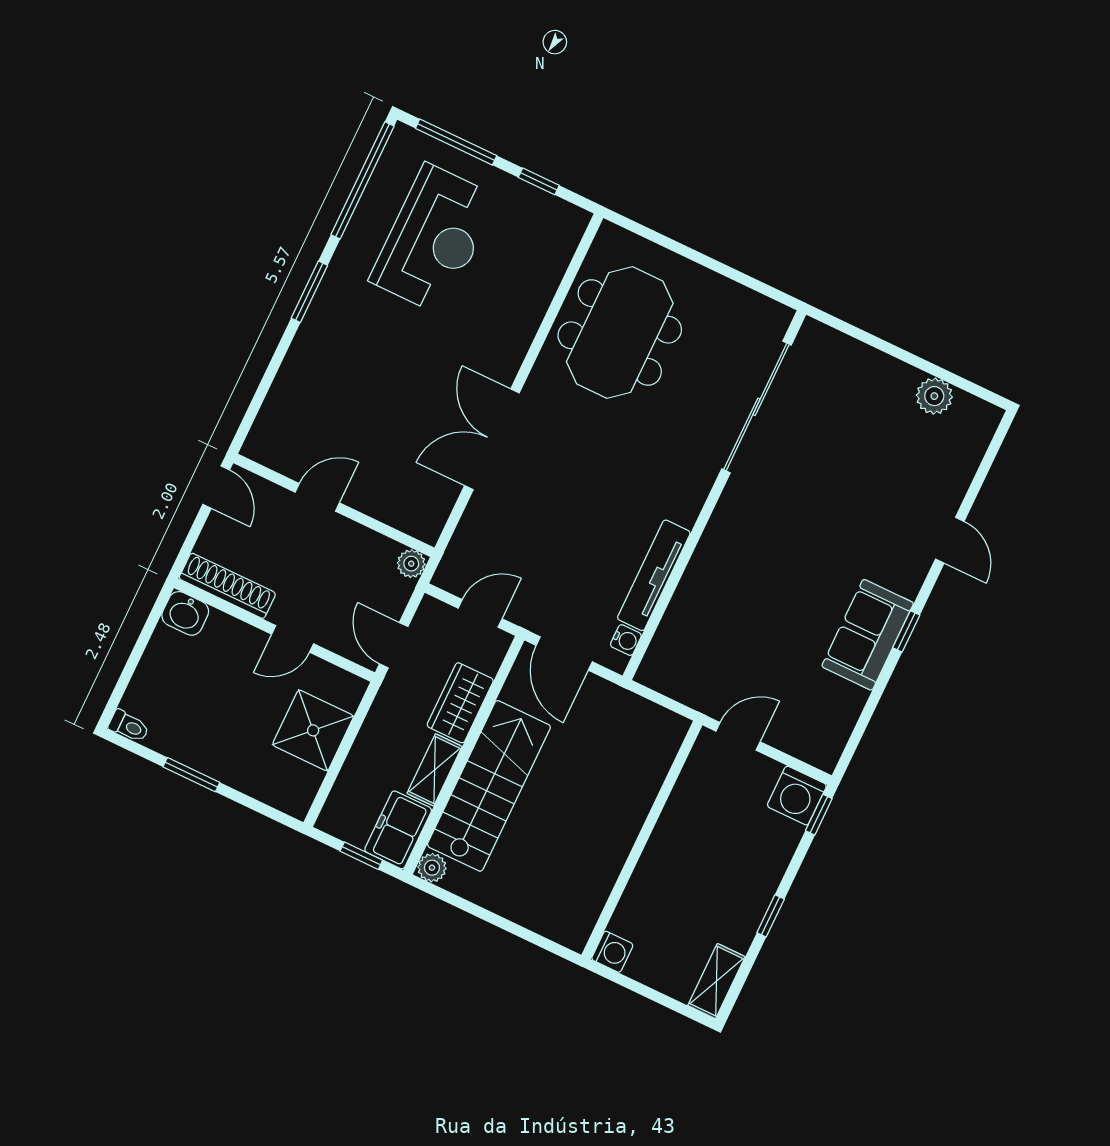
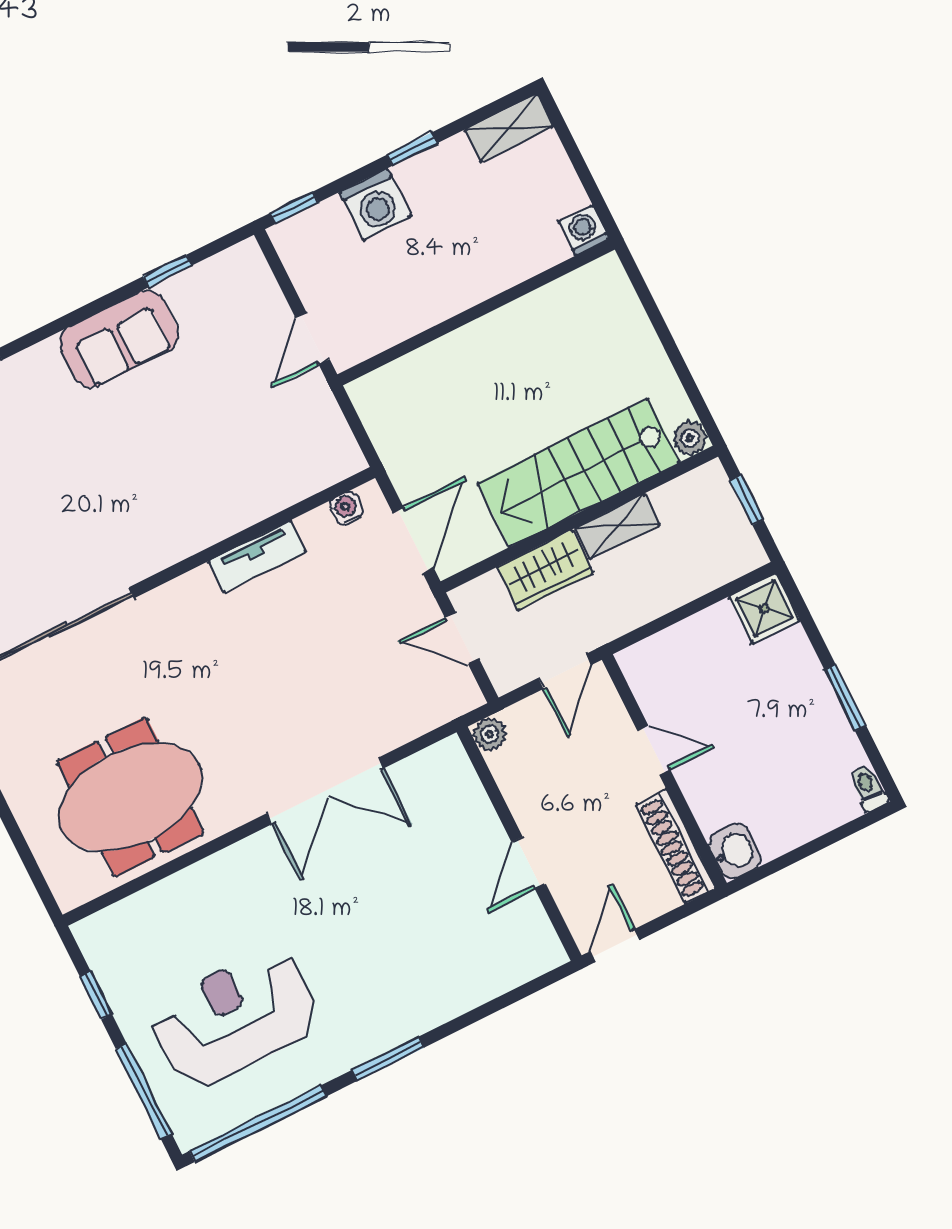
door: (317, 497) -> (529, 863), hinge flipped
tv unit: (654, 575) -> (257, 556), width x0.71
window: (906, 631) -> (167, 271), moved
shower: (313, 730) -> (764, 608), moved, width x0.73, depth x0.73
door: (738, 736) -> (312, 338), hinge flipped
washing machine: (797, 796) -> (375, 204), moved, turned 90
freezer: (398, 830) -> (694, 497), removed

